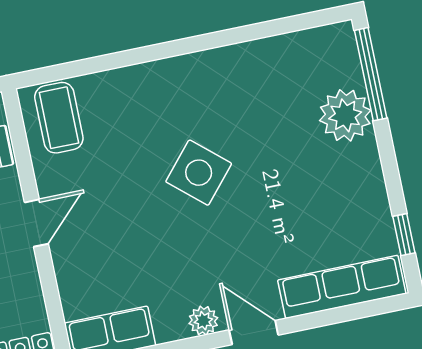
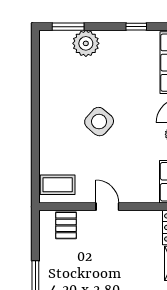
window: (371, 74) -> (68, 27), width x0.69
window: (404, 235) -> (136, 27), moved

